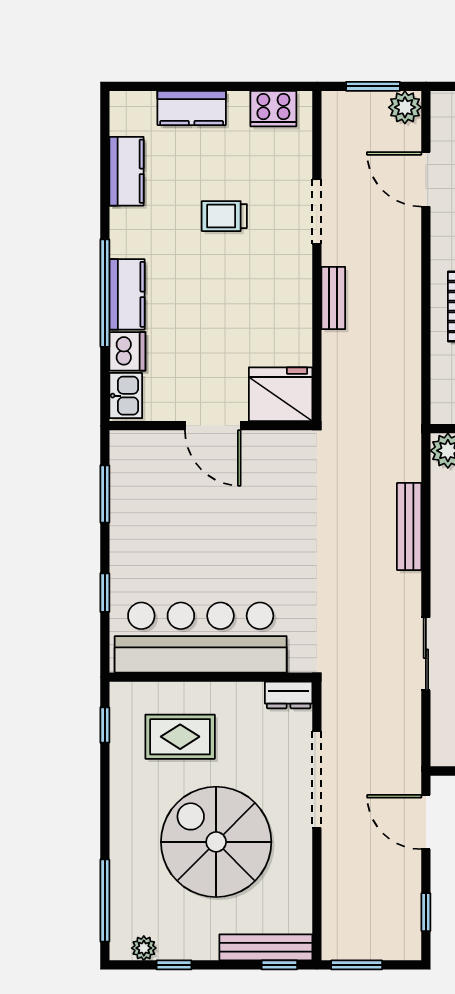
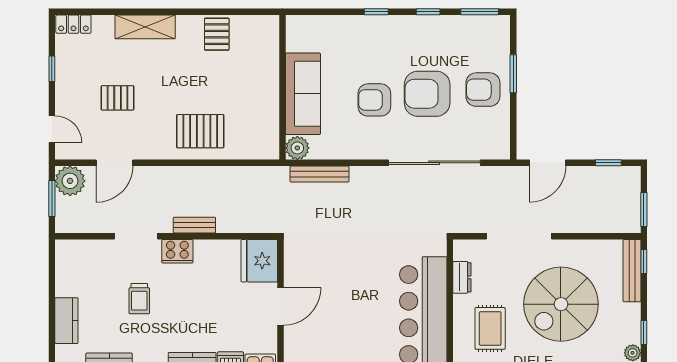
plant: (405, 107) -> (70, 181), width x1.36, depth x1.36
cooker: (273, 109) -> (177, 251), moved, turned 90
bench: (409, 527) -> (320, 174), moved
sliding door: (426, 654) -> (434, 163), width x1.86
dresser: (289, 695) -> (462, 277), moved

